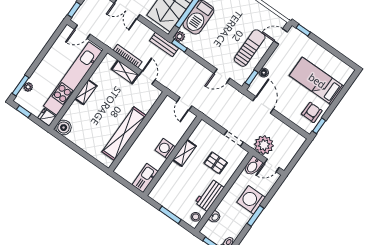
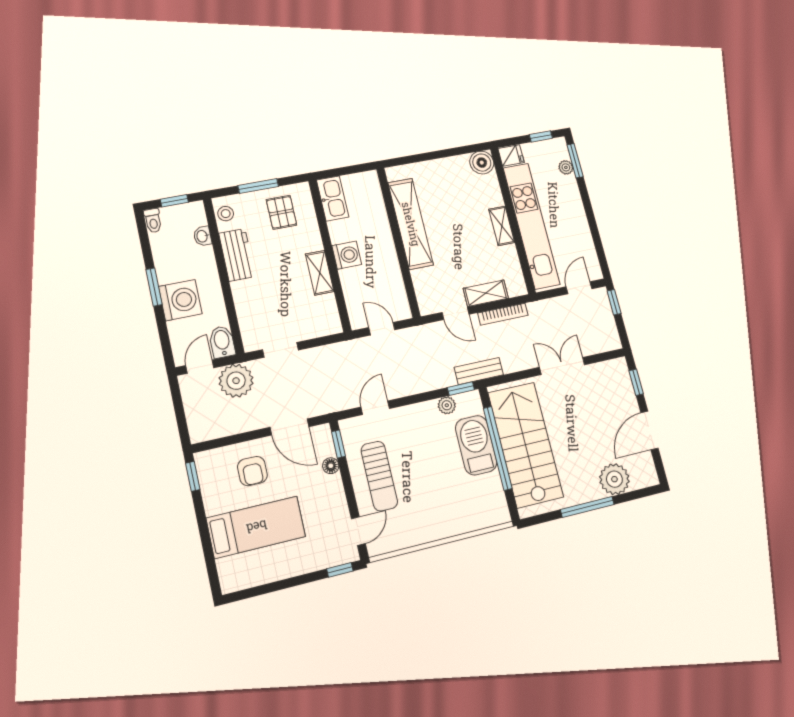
plant: (180, 36) -> (447, 405), moved
armchair: (312, 112) -> (252, 471), moved
pallet: (216, 163) -> (281, 212), moved, turned 90

